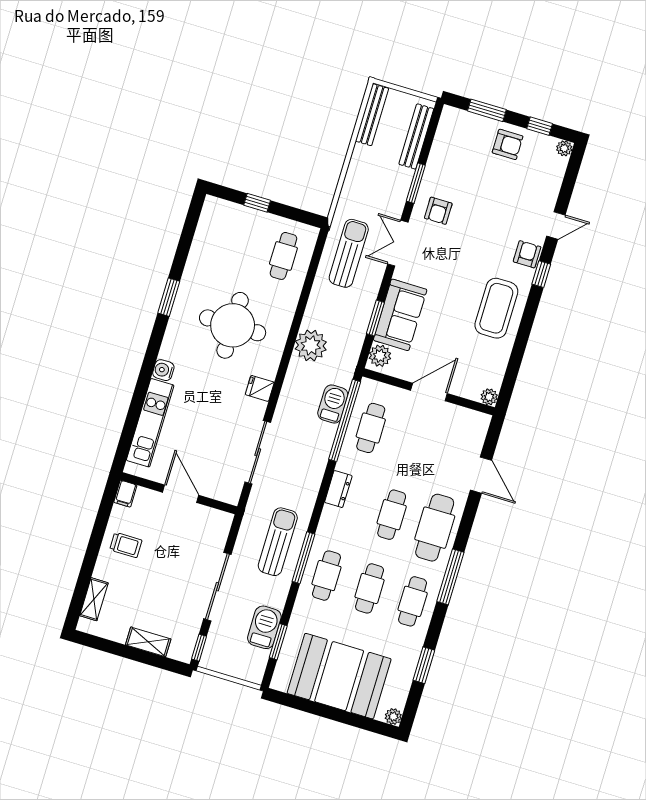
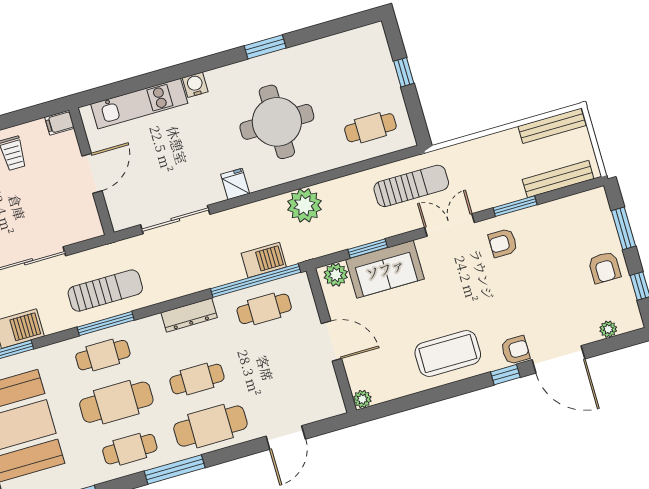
plant: (564, 148) -> (608, 329), moved
door: (556, 225) -> (559, 359), width x1.88
dresser: (338, 489) -> (189, 315), width x1.44
cafe table: (370, 588) -> (116, 402), width x1.37, depth x1.35

